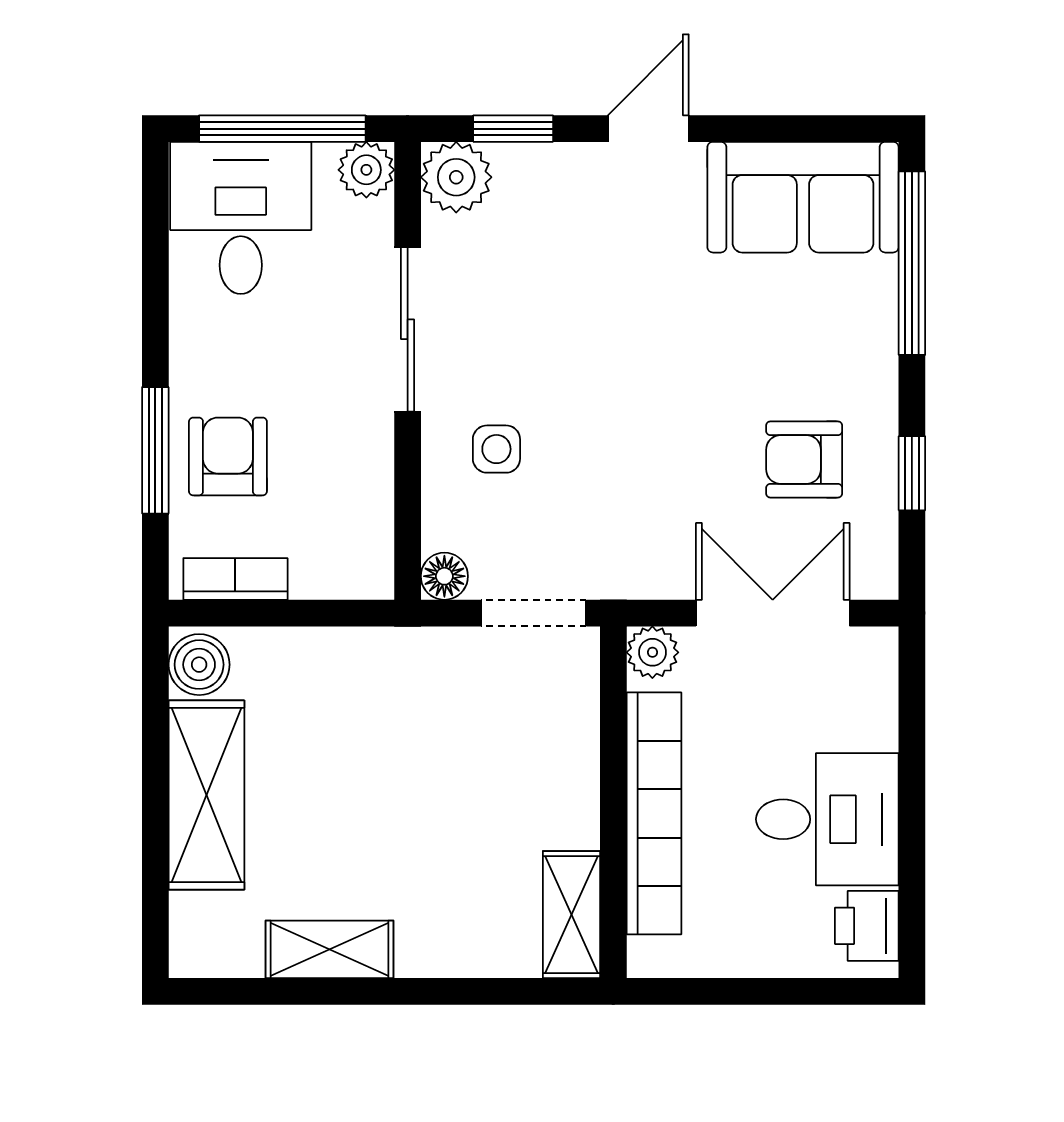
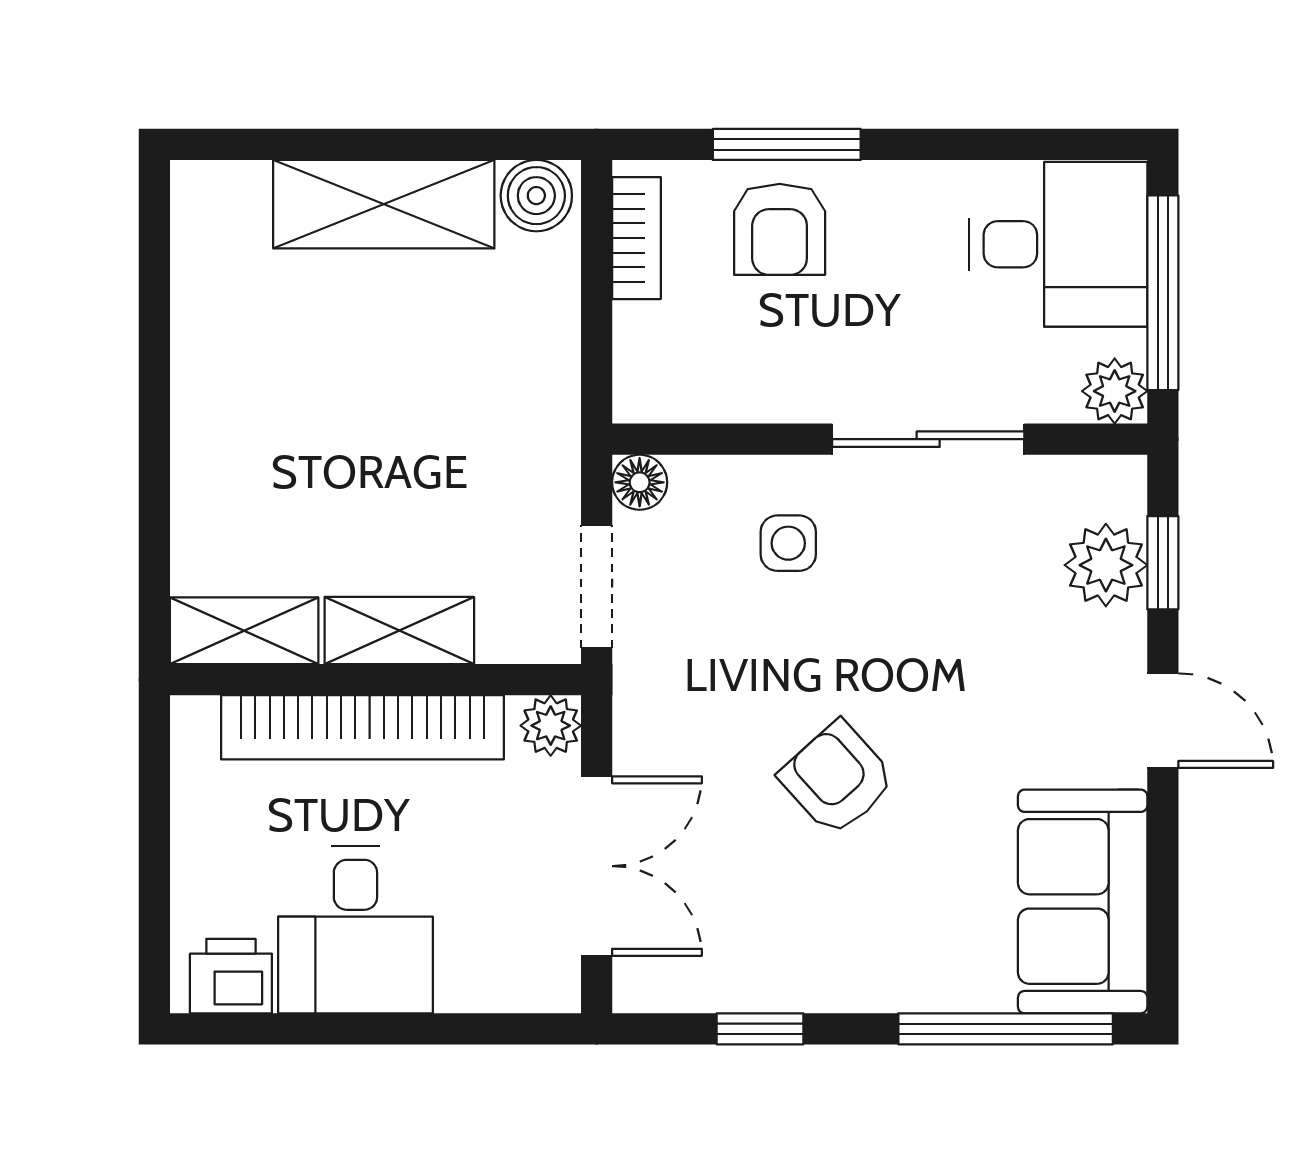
plant: (456, 177) -> (1106, 565), moved
armchair: (228, 456) -> (780, 229), turned 90
armchair: (804, 459) -> (837, 778), moved, turned -42
shelving: (329, 949) -> (399, 631), moved, turned 90

